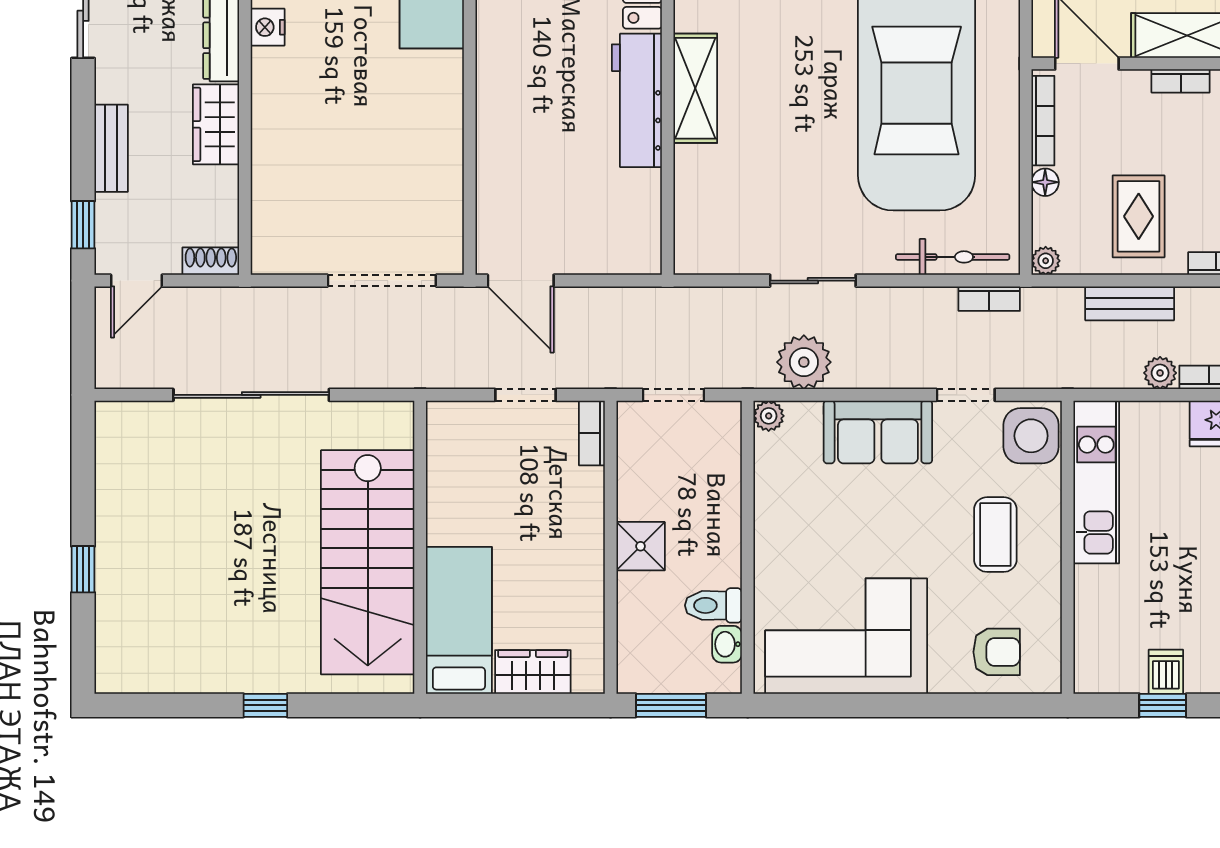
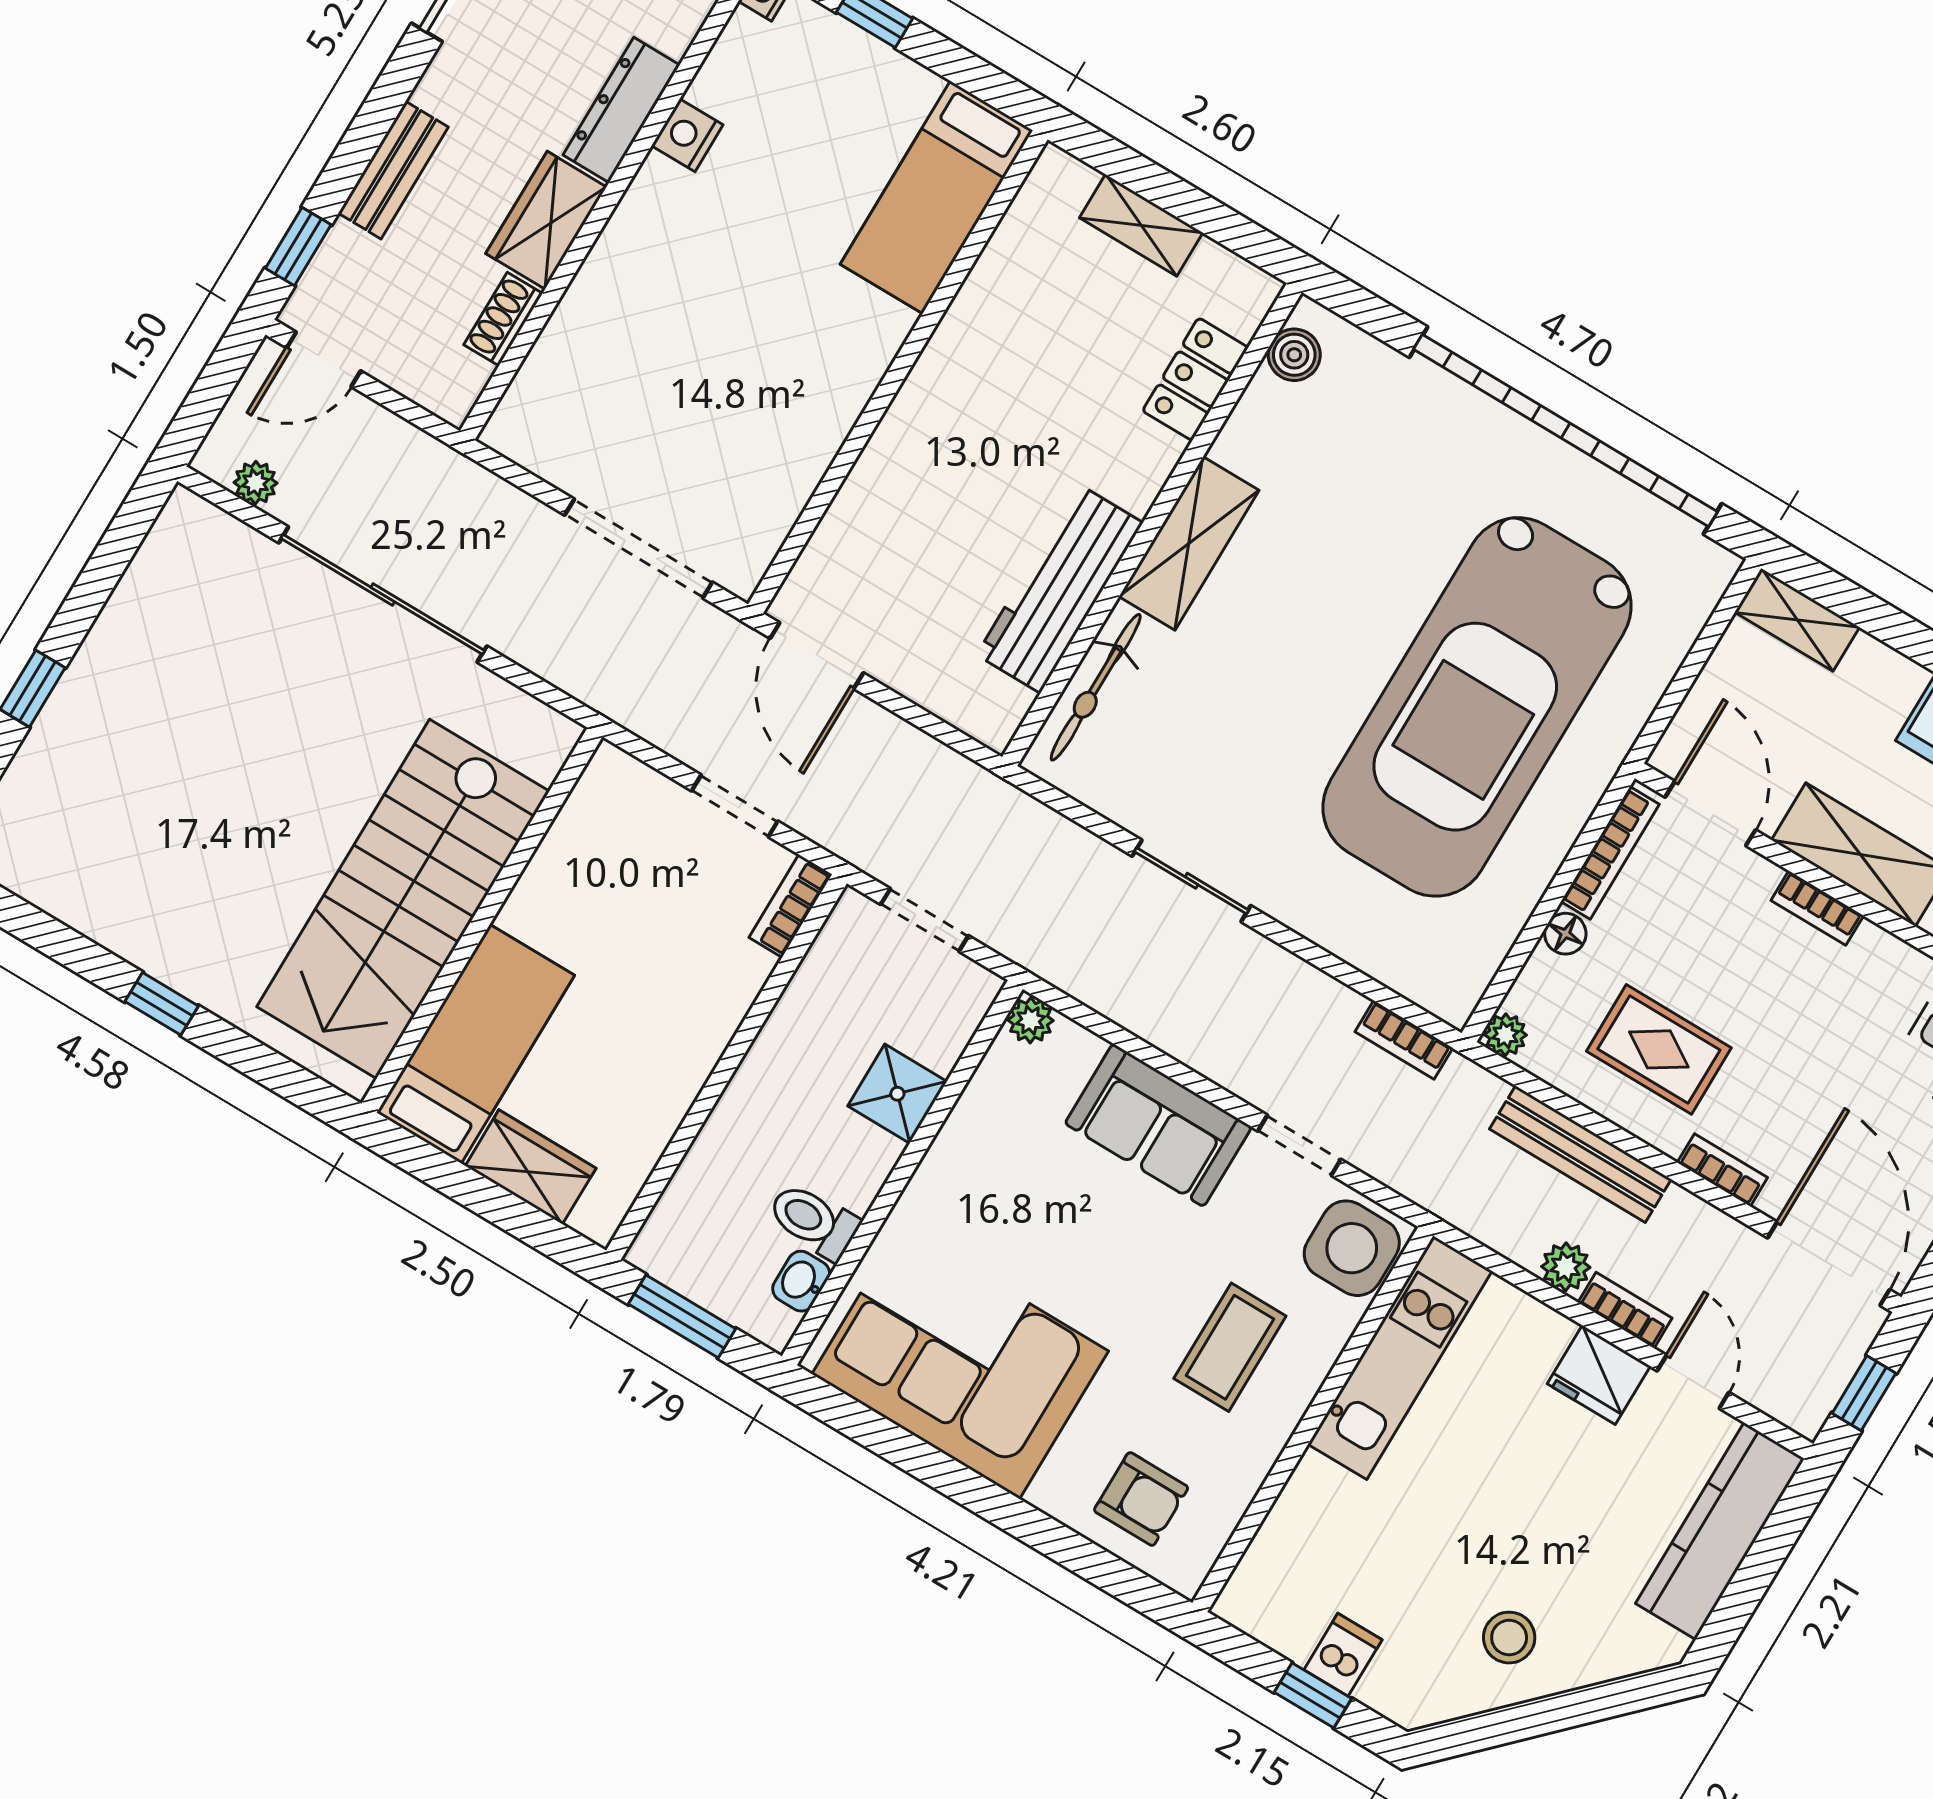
workbench: (637, 100) -> (1060, 589), moved
rug: (1139, 216) -> (1659, 1049), turned 90
bicycle: (953, 257) -> (1096, 687), moved, turned 90
shoe rack: (211, 261) -> (503, 319), moved, turned -90
bench: (1130, 303) -> (1580, 1154), width x1.36
plant: (804, 362) -> (255, 483), moved, width x0.53, depth x0.53
shower: (641, 546) -> (897, 1094), moved

